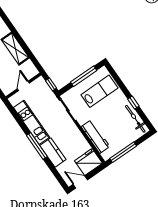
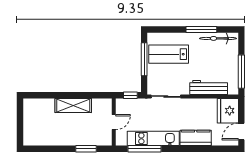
door: (23, 86) -> (114, 122), swing flipped
lab bench: (99, 91) -> (169, 54), turned -90
window: (133, 103) -> (201, 30), width x2.17
window: (37, 146) -> (144, 149), moved

